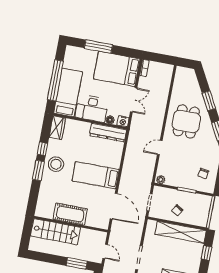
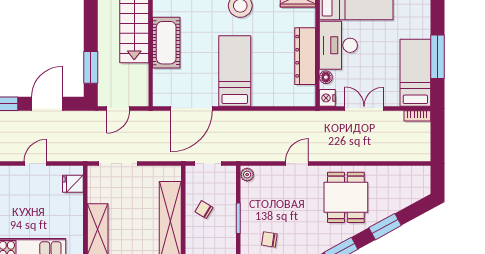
window: (98, 46) -> (437, 57), moved
bed: (117, 69) -> (415, 73), width x0.67
double door: (134, 100) -> (364, 108), swing flipped
dining table: (186, 121) -> (346, 197), turned 90
dresser: (108, 133) -> (305, 56), moved
door: (160, 148) -> (297, 164), hinge flipped

